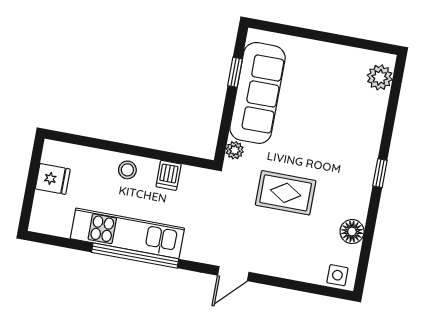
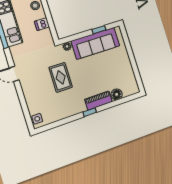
plant: (380, 77) -> (128, 90), removed
piano: (368, 145) -> (98, 101), added
floor lamp: (352, 232) -> (117, 94), moved

